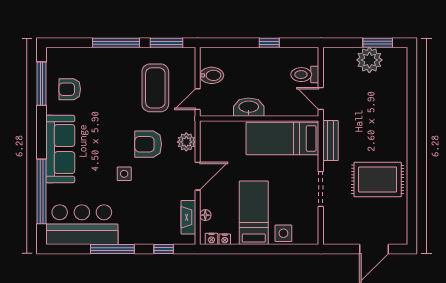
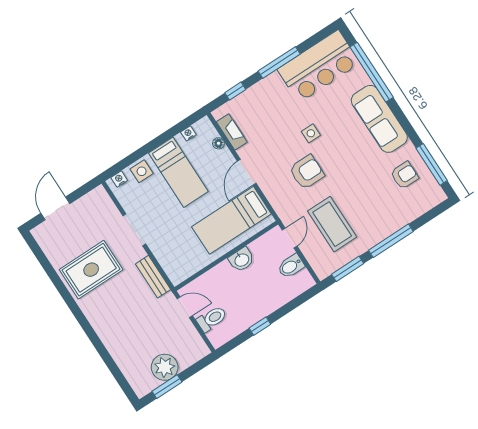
washbasin: (249, 107) -> (241, 260), width x0.72
bed: (282, 139) -> (231, 220), moved, turned 180
plant: (186, 142) -> (275, 195), removed
nightstand: (211, 239) -> (119, 179), moved

